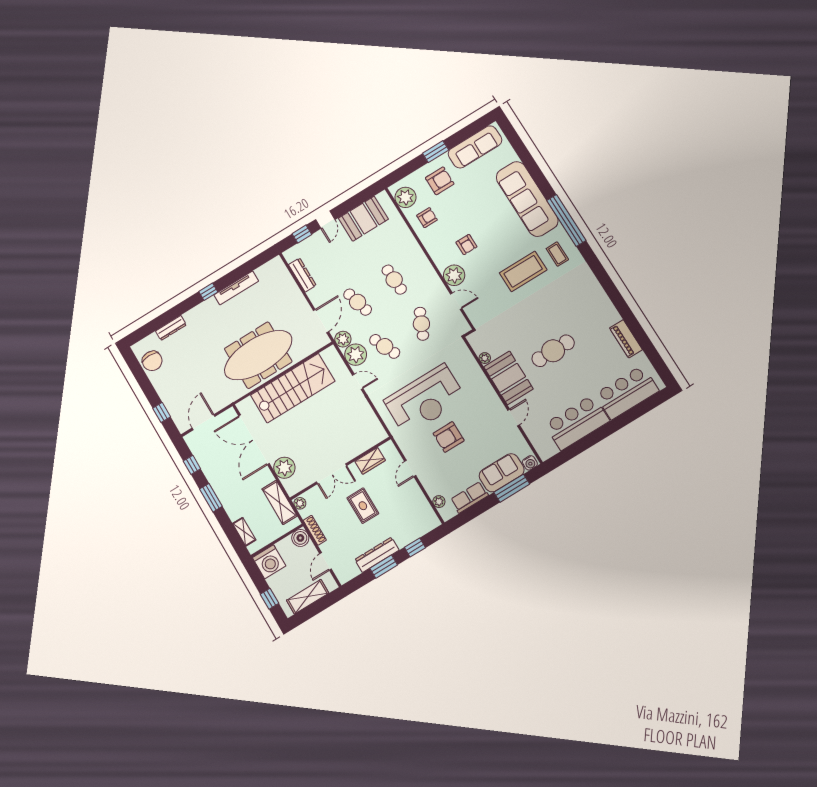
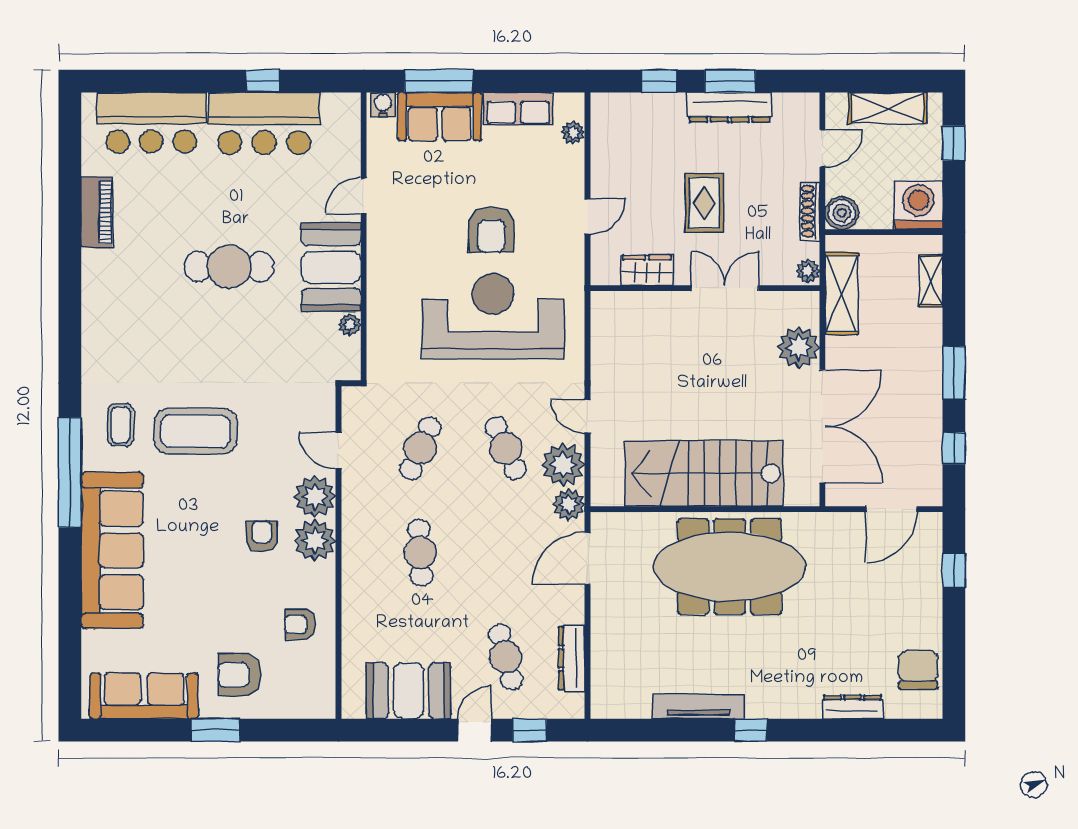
plant: (405, 197) -> (315, 541), moved
cafe table: (358, 302) -> (506, 657), moved
armchair: (449, 437) -> (491, 230), turned 90
window: (589, 441) -> (263, 81), added

